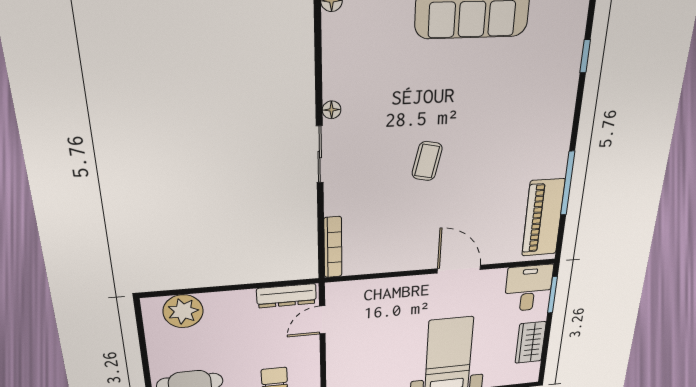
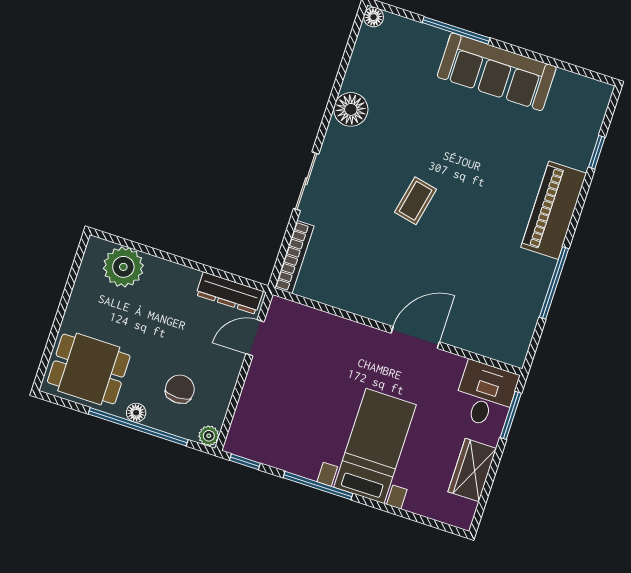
floor lamp: (332, 110) -> (351, 109), width x1.89, depth x1.89
sliding door: (320, 154) -> (306, 181), moved
piano: (543, 218) -> (554, 210), moved
door: (459, 269) -> (415, 338), hinge flipped

